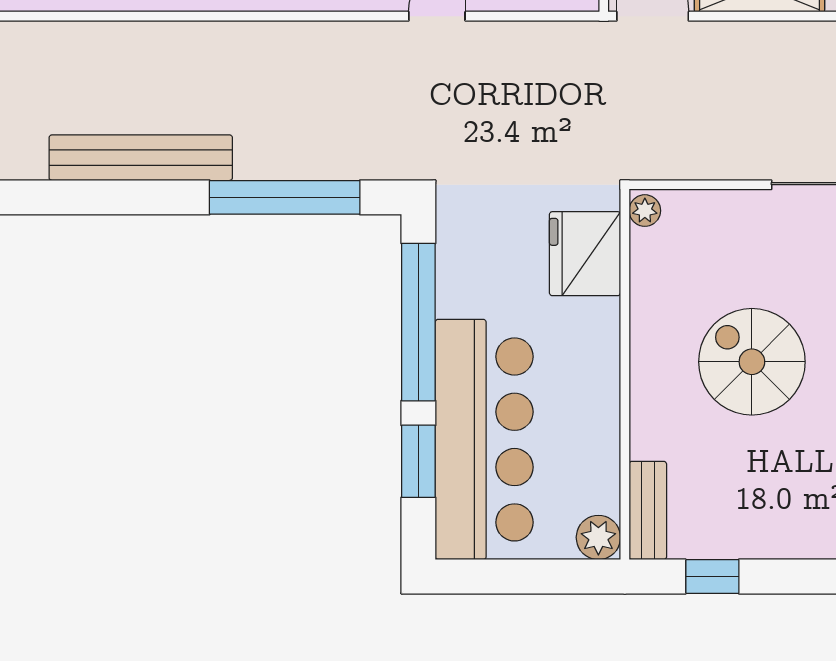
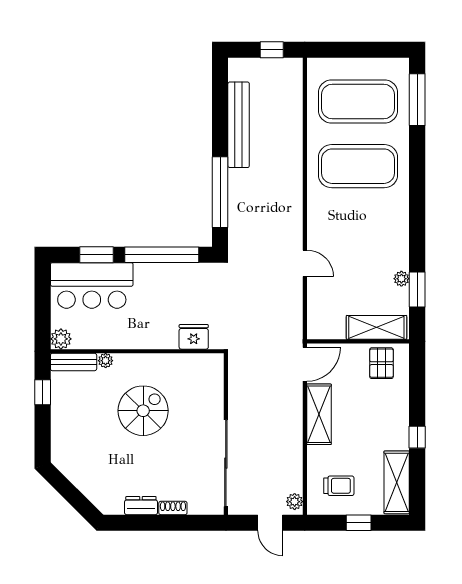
plant: (645, 211) -> (106, 361), moved
fridge: (585, 254) -> (194, 337), width x0.73, depth x0.75
bar counter: (484, 439) -> (92, 285), width x0.73

